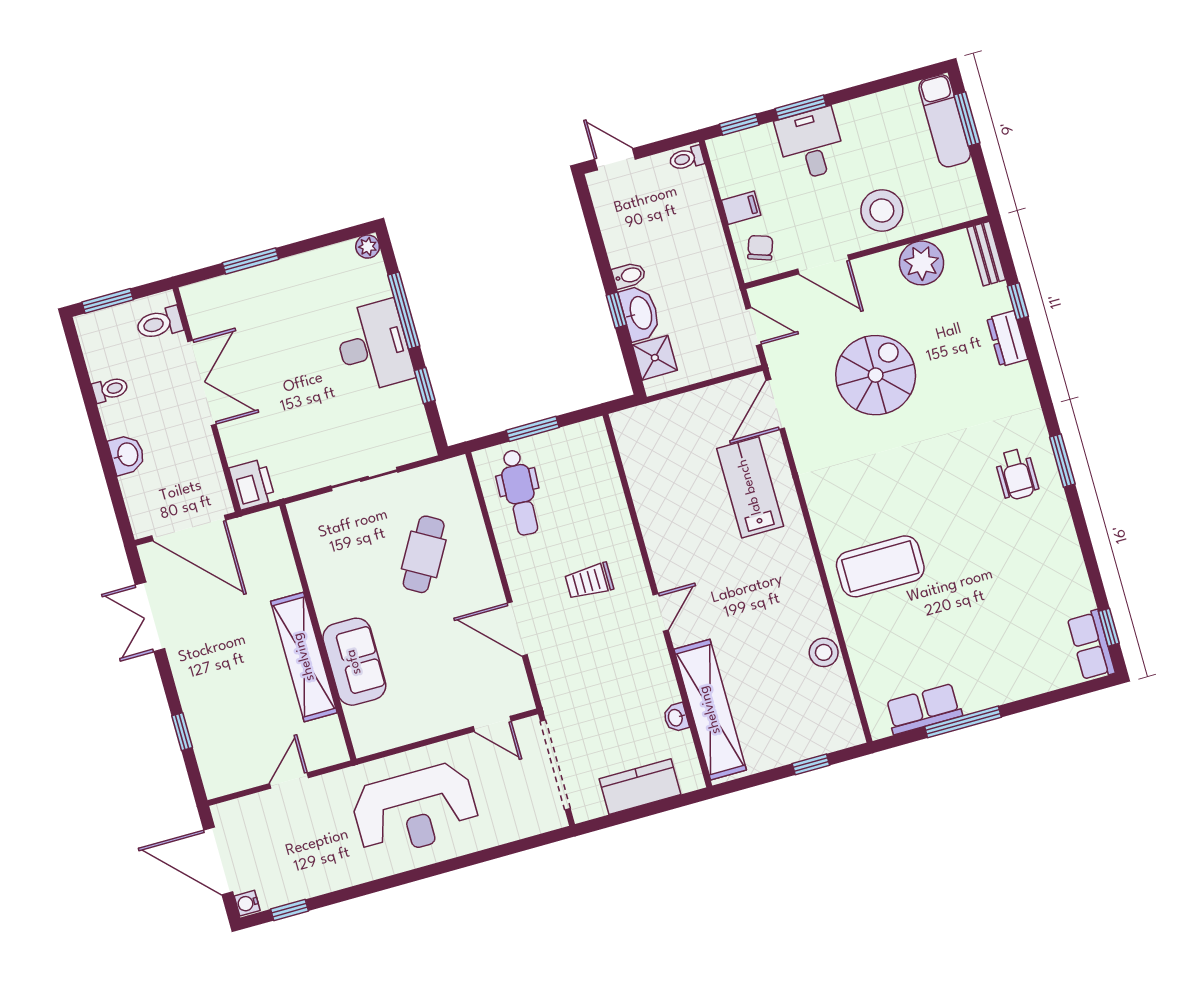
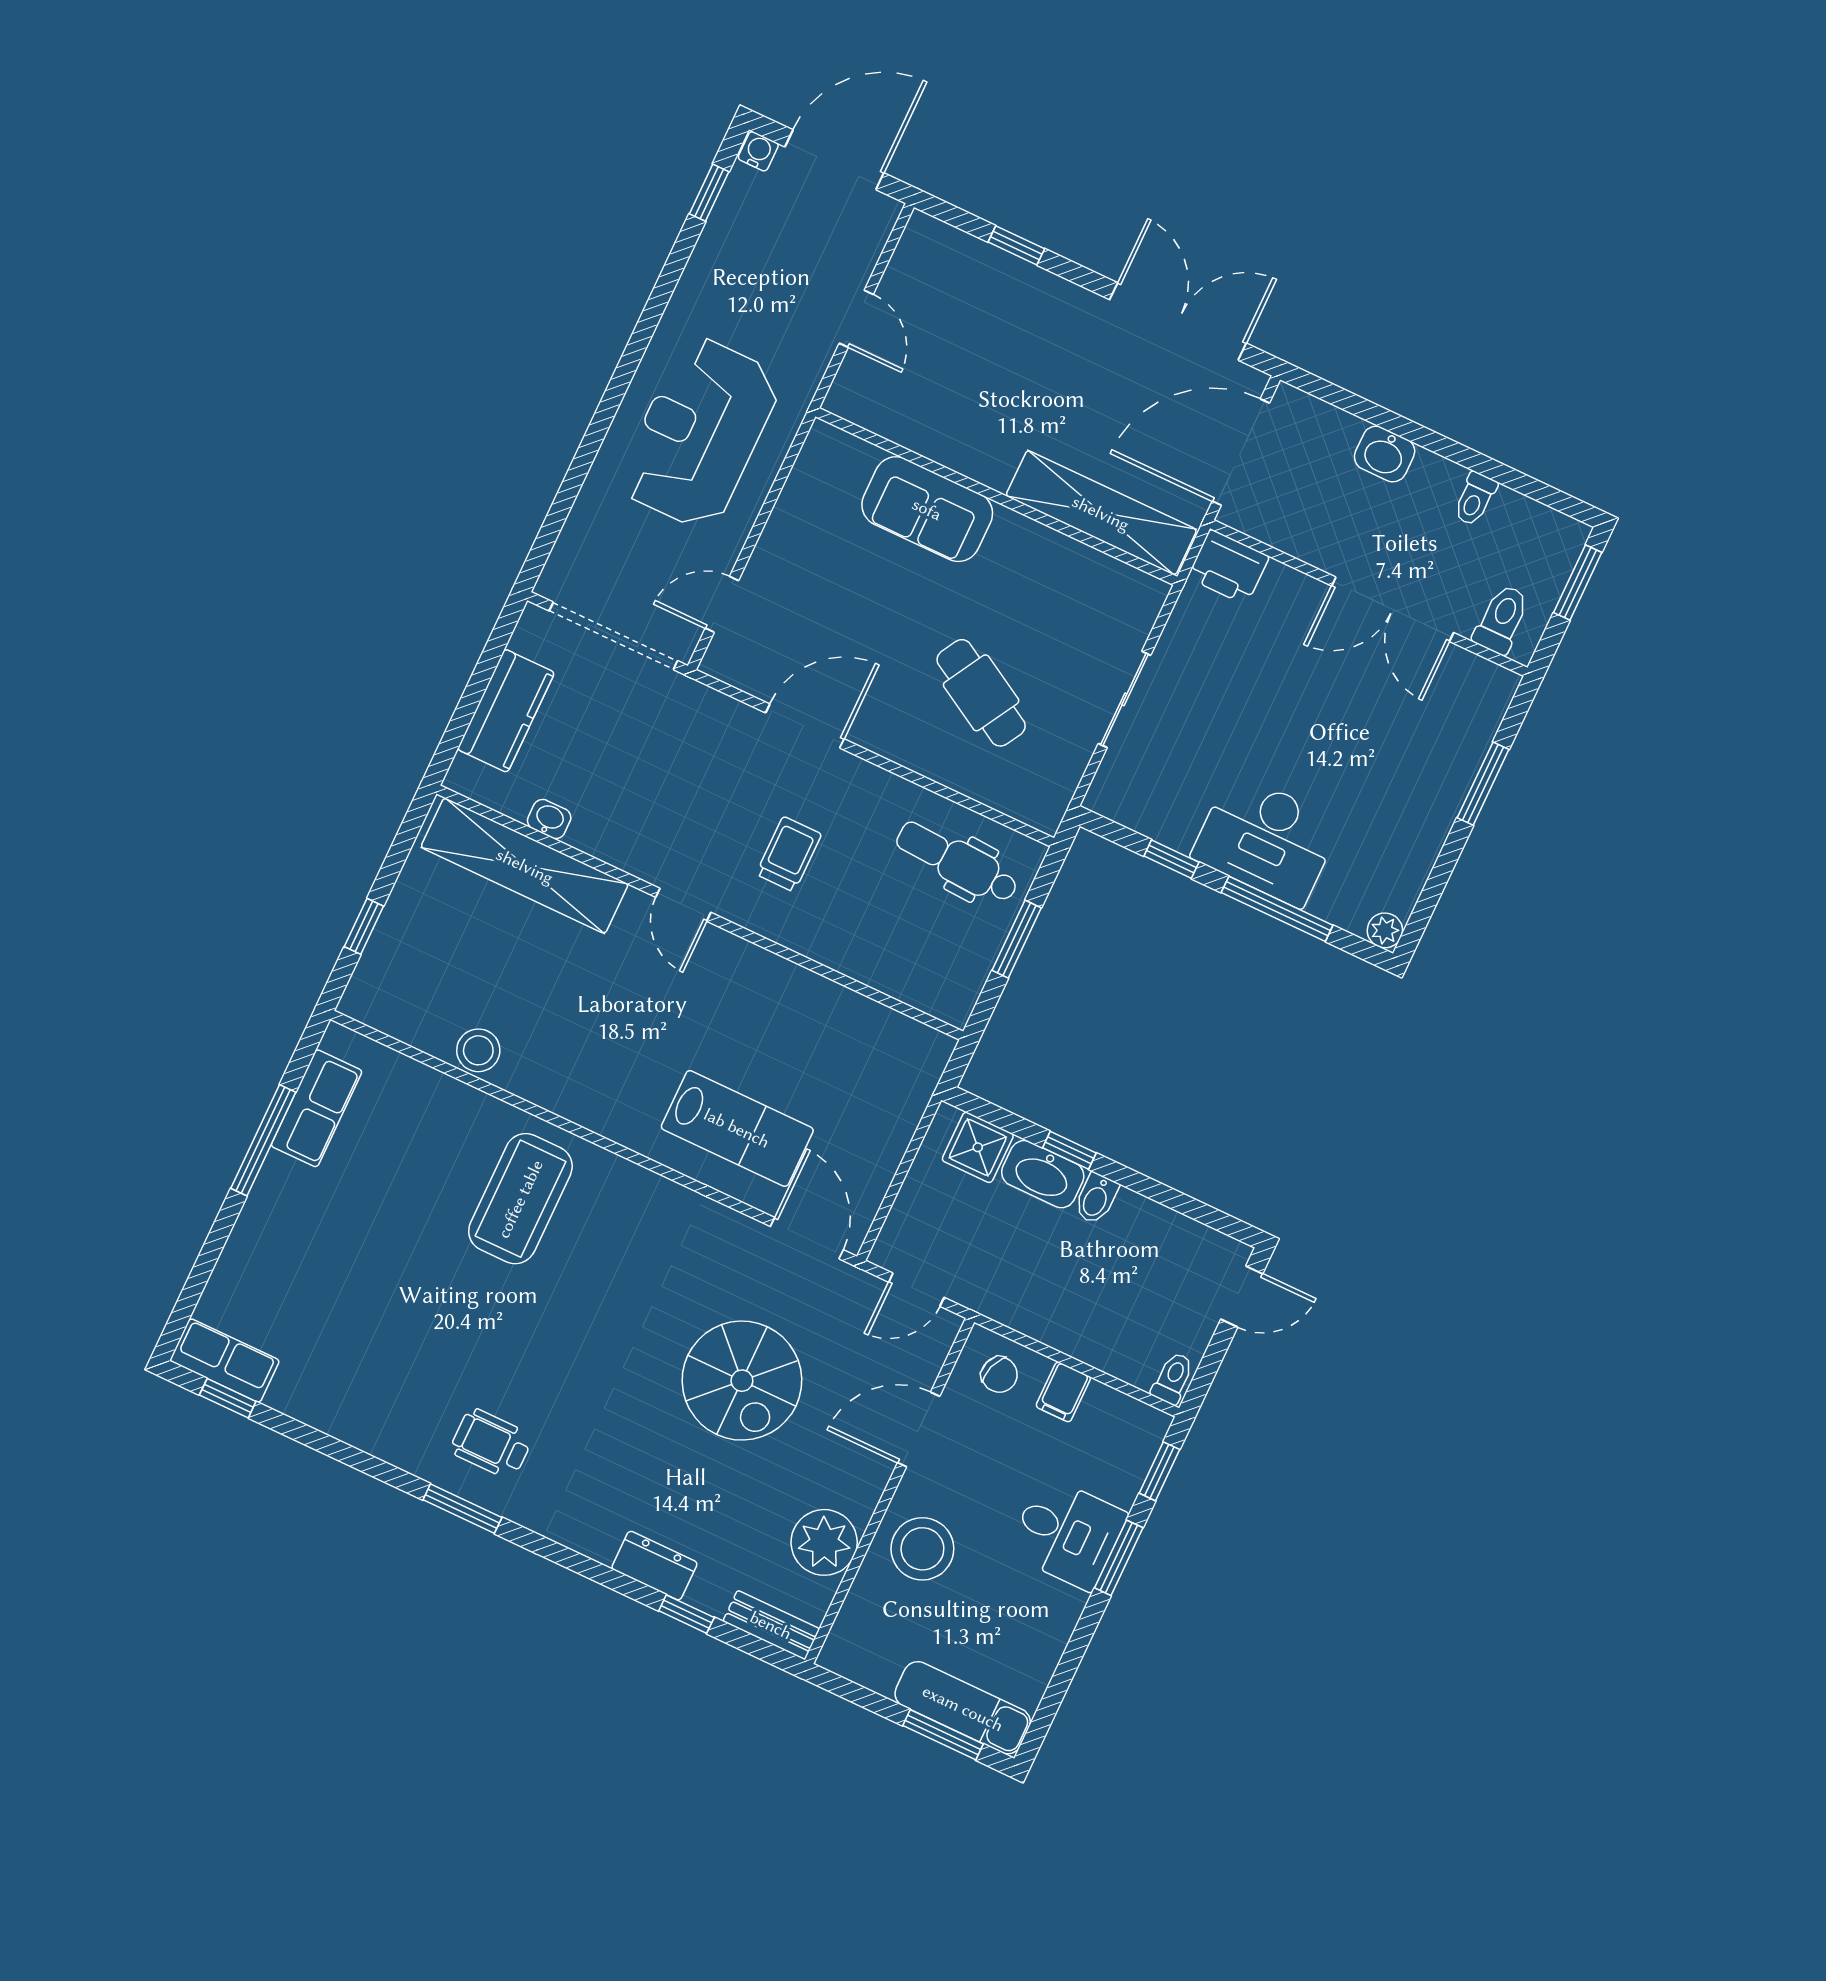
double door: (150, 617) -> (1178, 321), width x1.37
shelving: (304, 657) -> (1101, 513), moved

